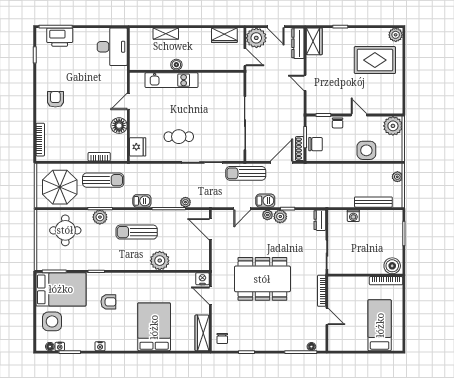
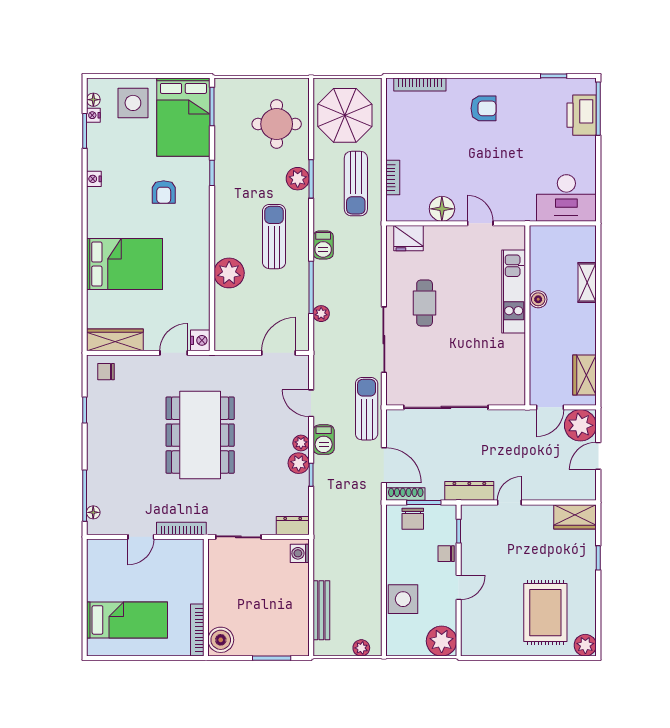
dresser: (298, 43) -> (469, 491), moved
washing machine: (353, 216) -> (300, 553), moved

